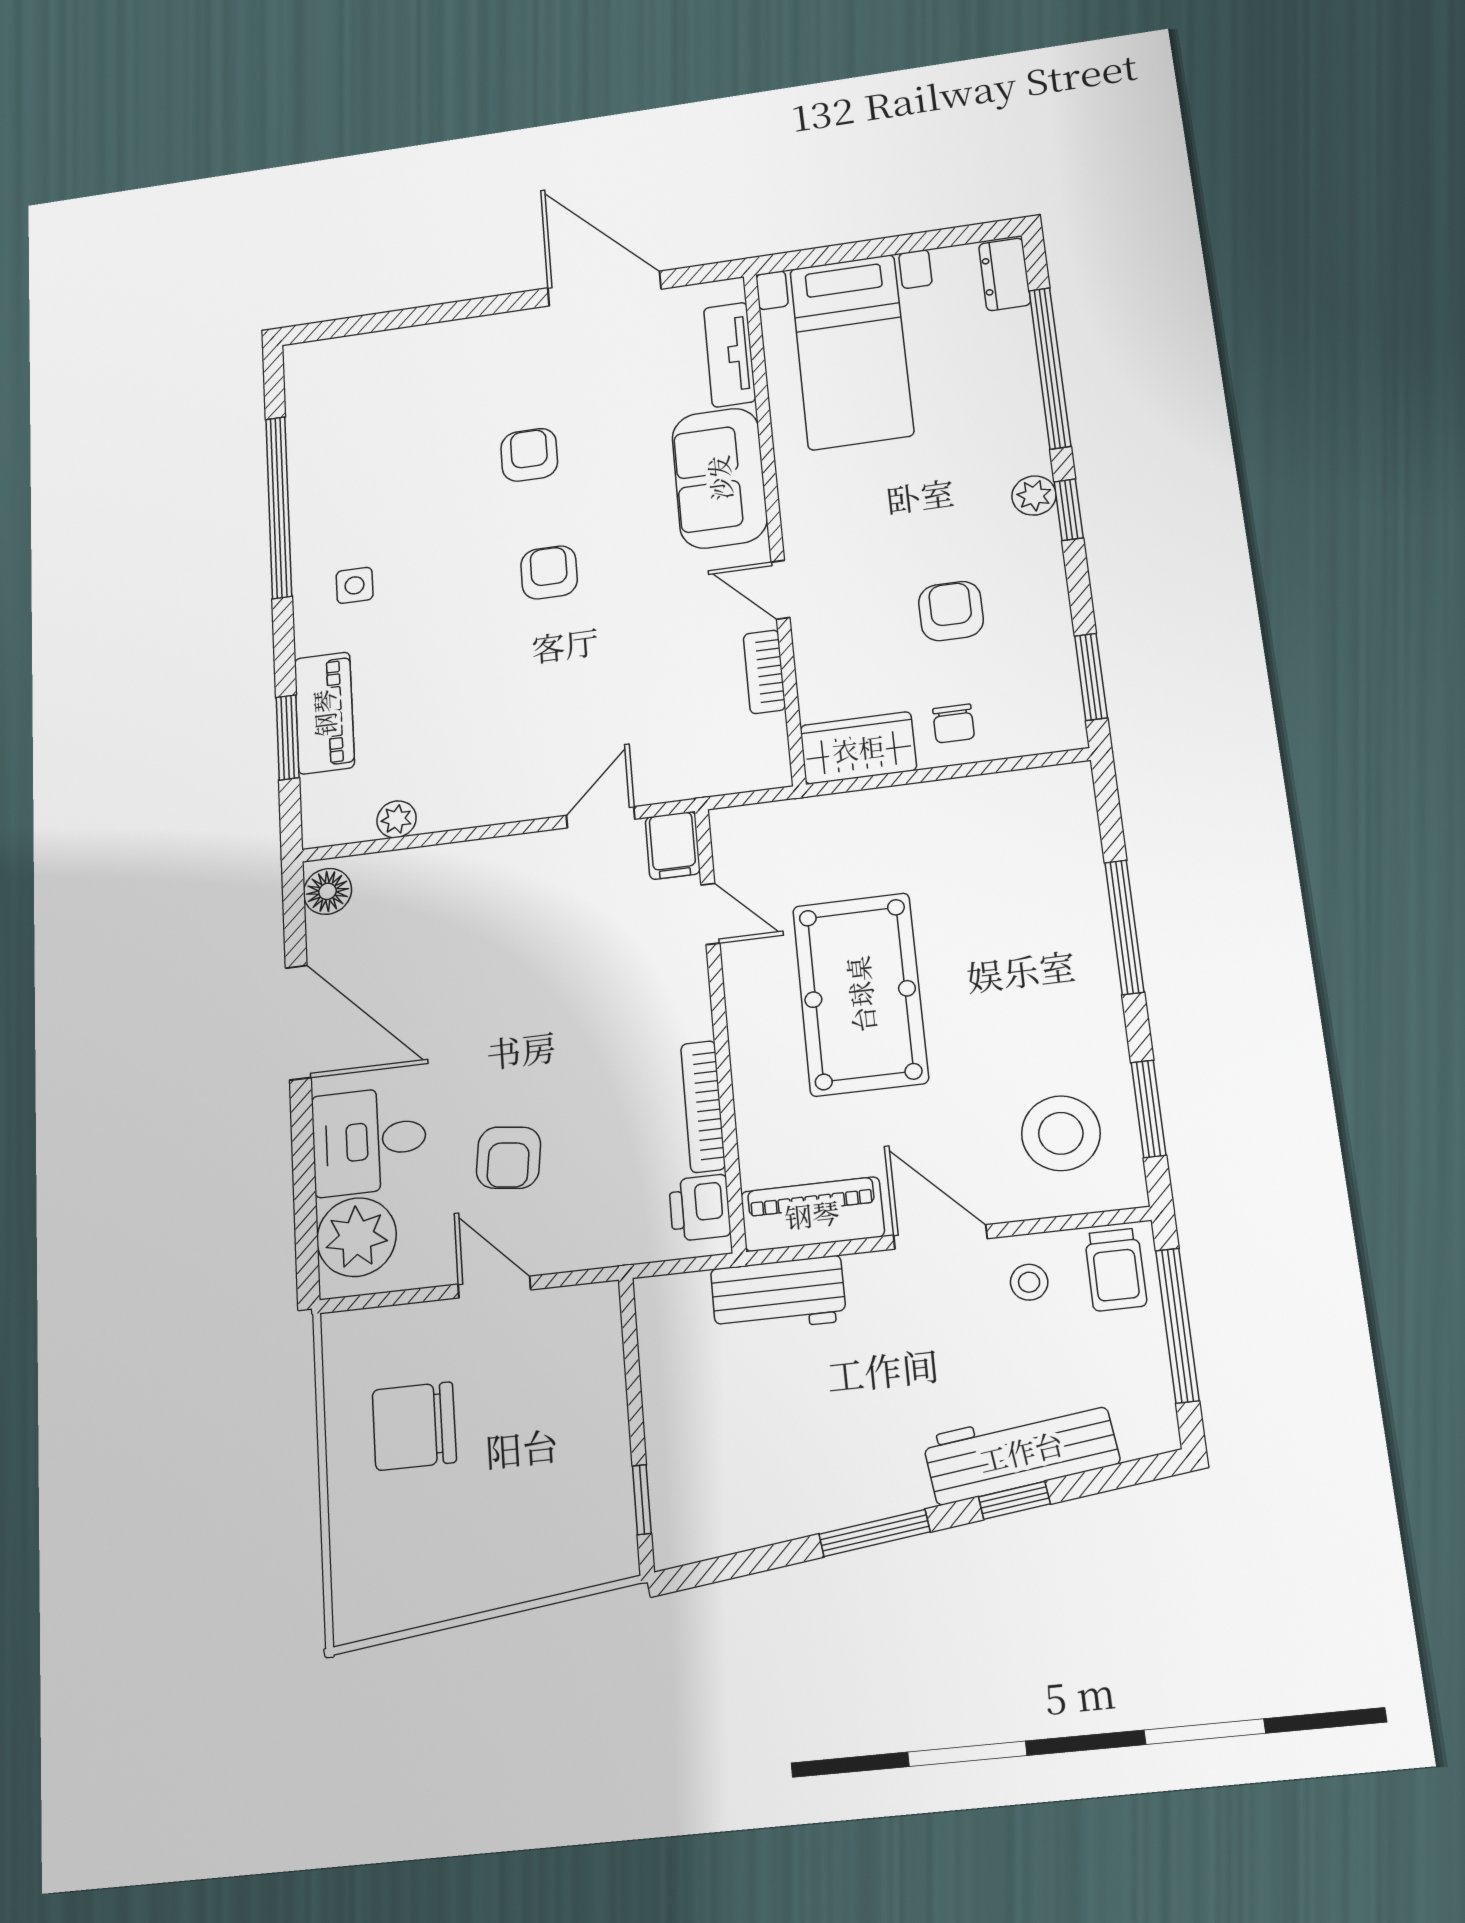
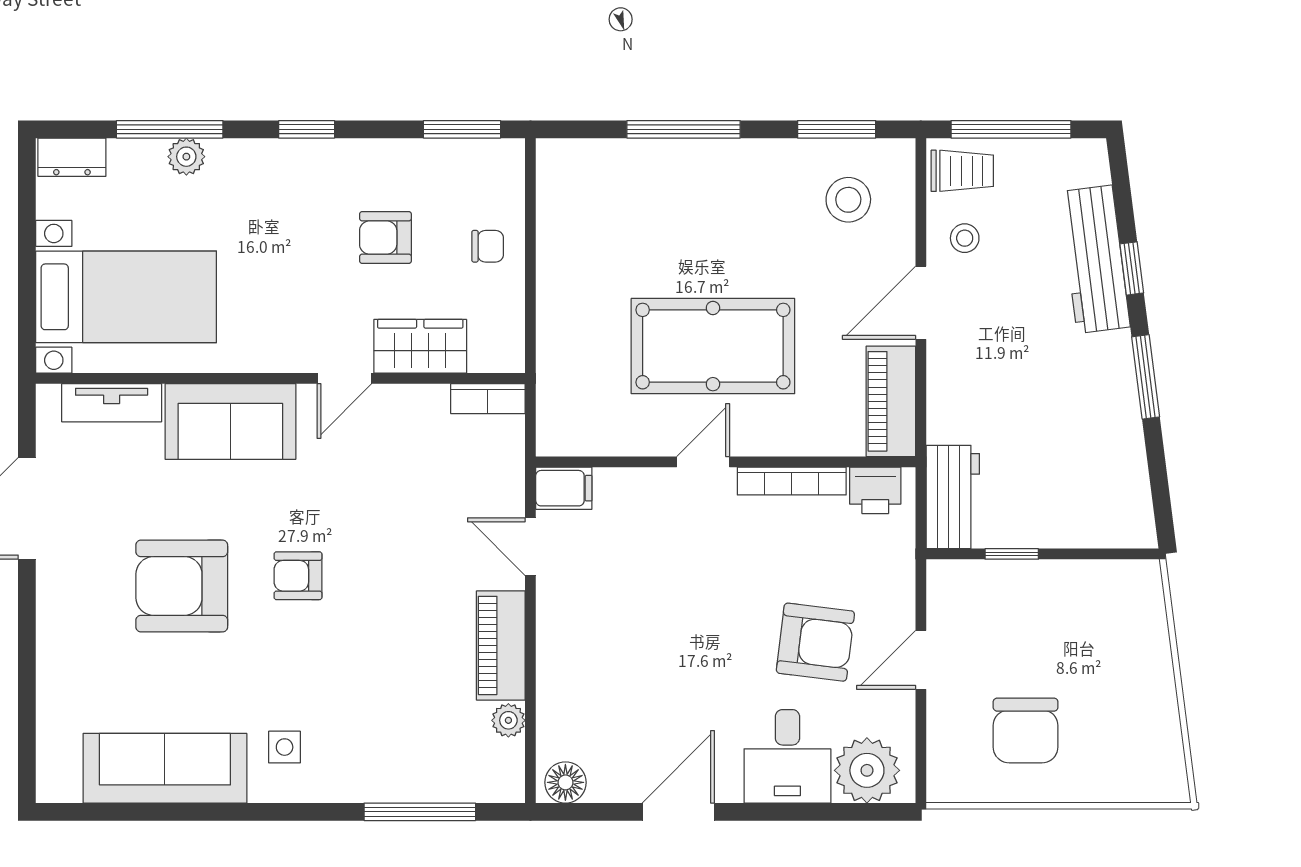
window: (1050, 368) -> (170, 129), width x0.68
armchair: (529, 455) -> (182, 586), width x1.88, depth x1.88
sofa: (325, 467) -> (165, 768), added
plant: (1034, 496) -> (186, 157), moved
window: (279, 507) -> (198, 812), removed
bookcase: (764, 672) -> (488, 399), moved
piano: (324, 713) -> (501, 645), moved, turned -90
window: (287, 737) -> (420, 812), width x1.44
wardrobe: (858, 748) -> (420, 346), moved, turned 90
door: (710, 914) -> (703, 462), moved
door: (298, 1022) -> (678, 812), width x0.73
stool: (1061, 1133) -> (848, 200), width x0.73, depth x0.73
armchair: (509, 1158) -> (815, 642), width x1.38, depth x1.38
workbench: (778, 1295) -> (953, 497), moved
window: (642, 1500) -> (1012, 554), moved

